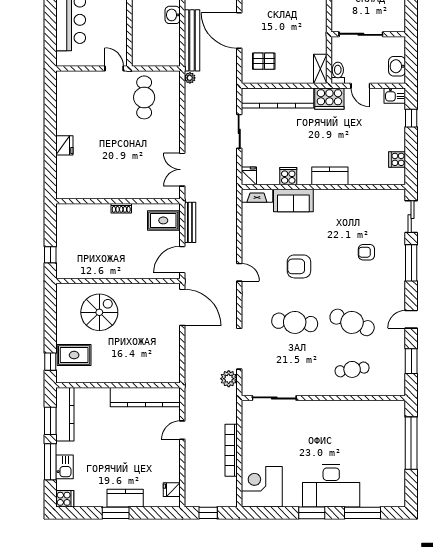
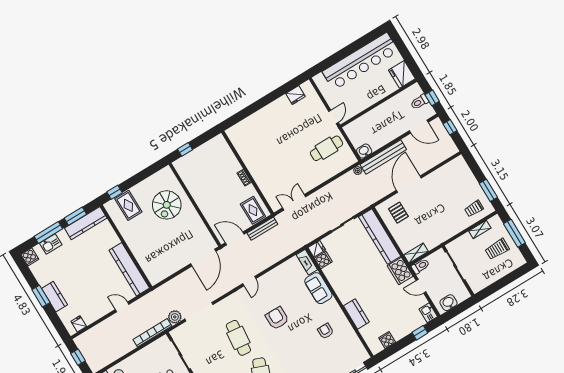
washbasin: (173, 15) -> (364, 151), moved
door: (360, 86) -> (421, 286), hinge flipped
fridge: (64, 145) -> (296, 95), moved
cooker: (288, 176) -> (323, 260), moved
kitchen counter: (330, 176) -> (356, 314), moved
armchair: (366, 252) -> (326, 331), moved
spiral stairs: (99, 312) -> (167, 205), turned 90
bookcase: (231, 450) -> (152, 333), moved

